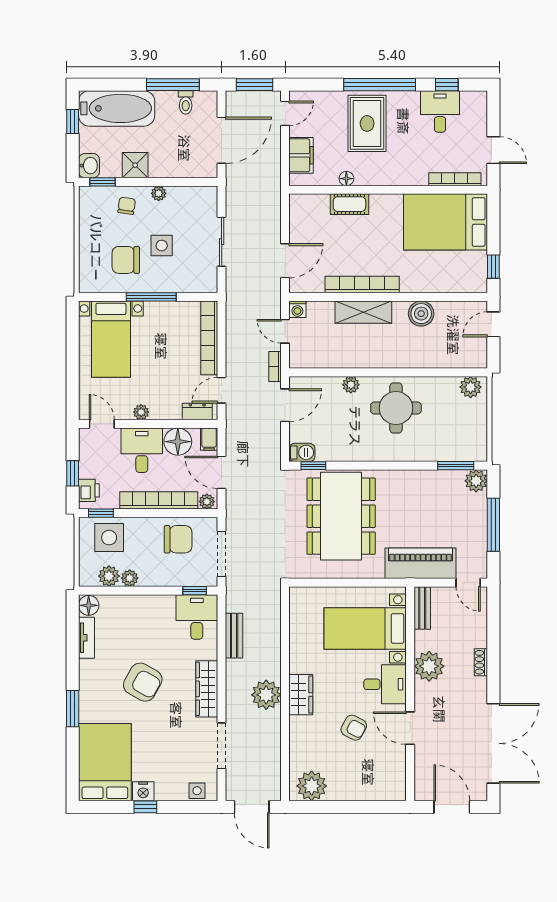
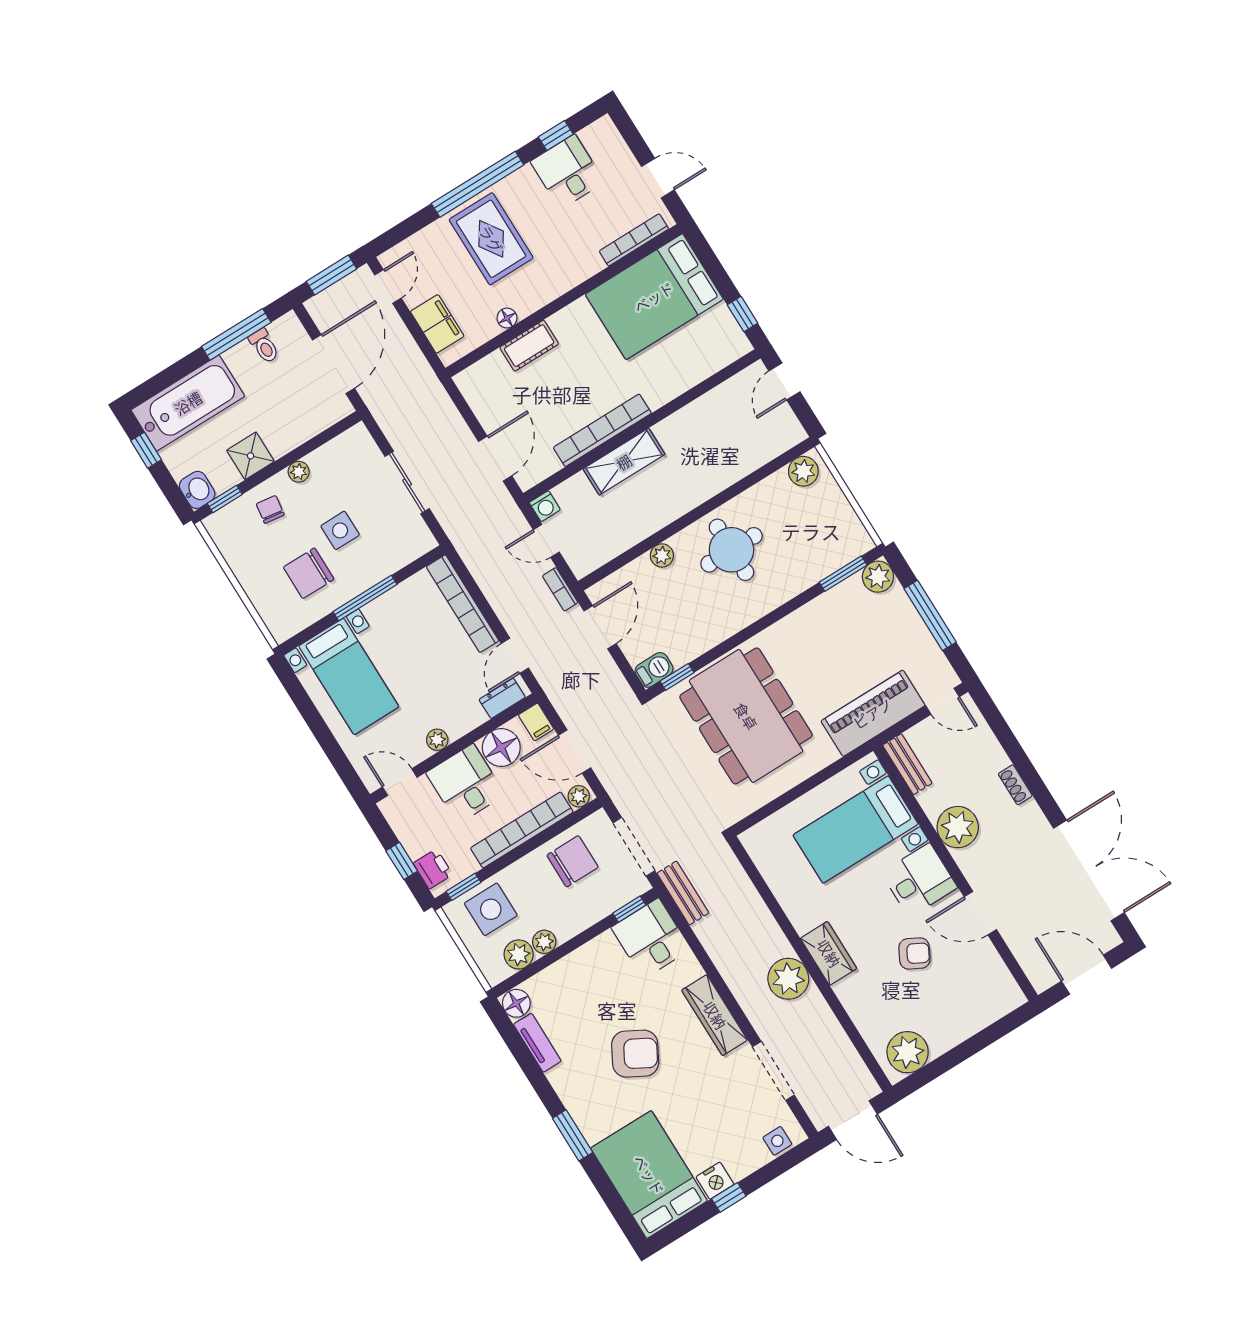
boiler: (421, 314) -> (692, 421), removed
bench: (234, 636) -> (683, 893), moved

